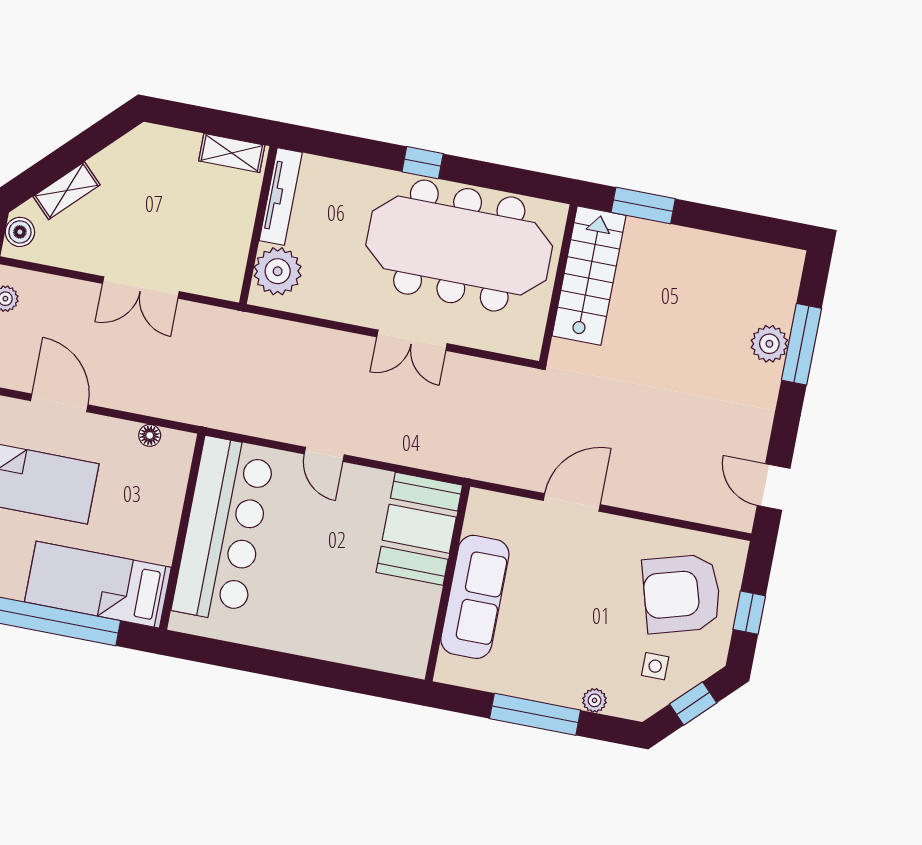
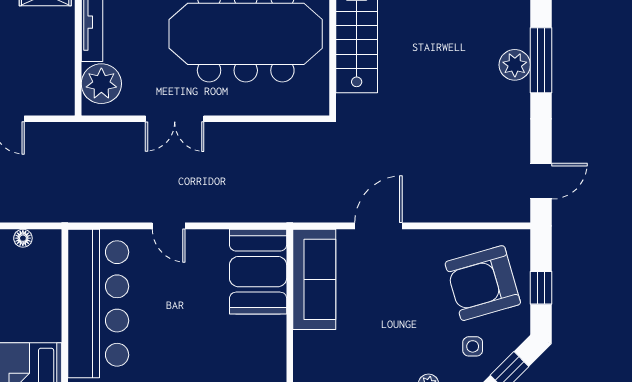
double door: (412, 340) -> (175, 119), moved
door: (774, 487) -> (541, 181), swing flipped
sofa: (475, 597) -> (314, 279), moved

